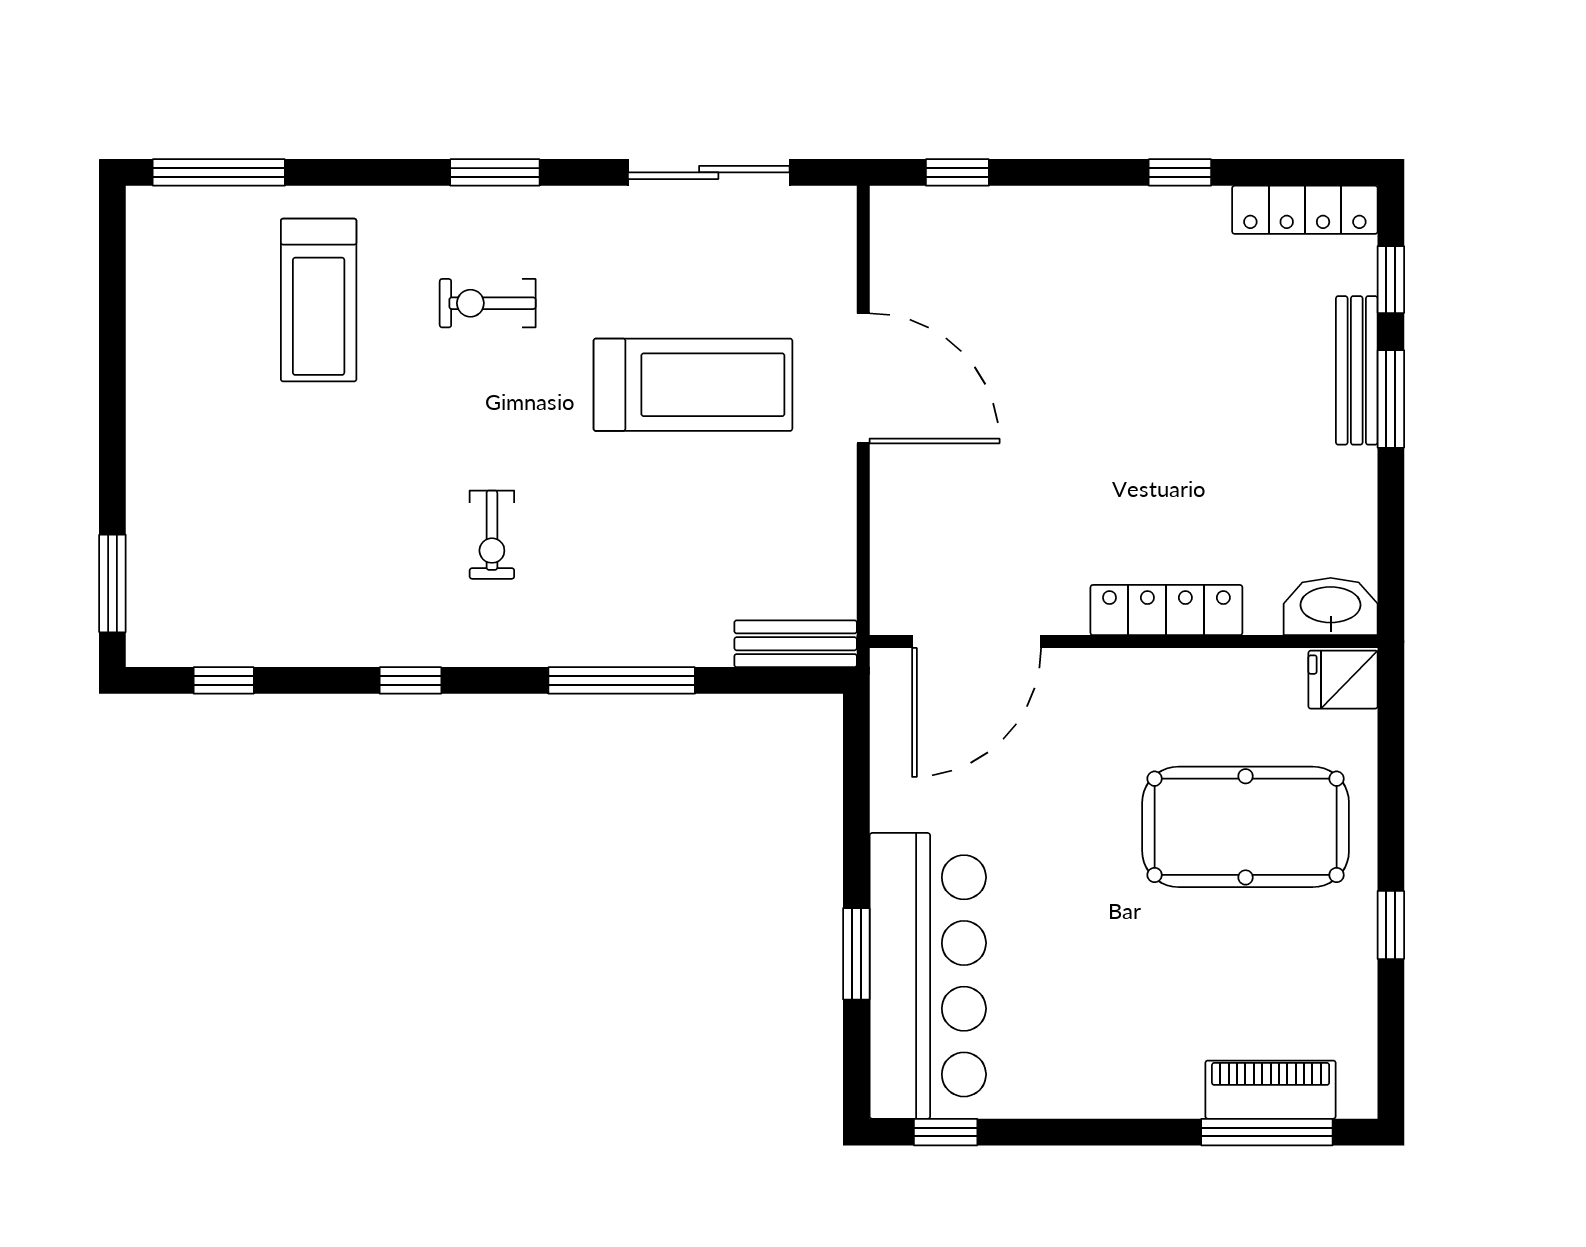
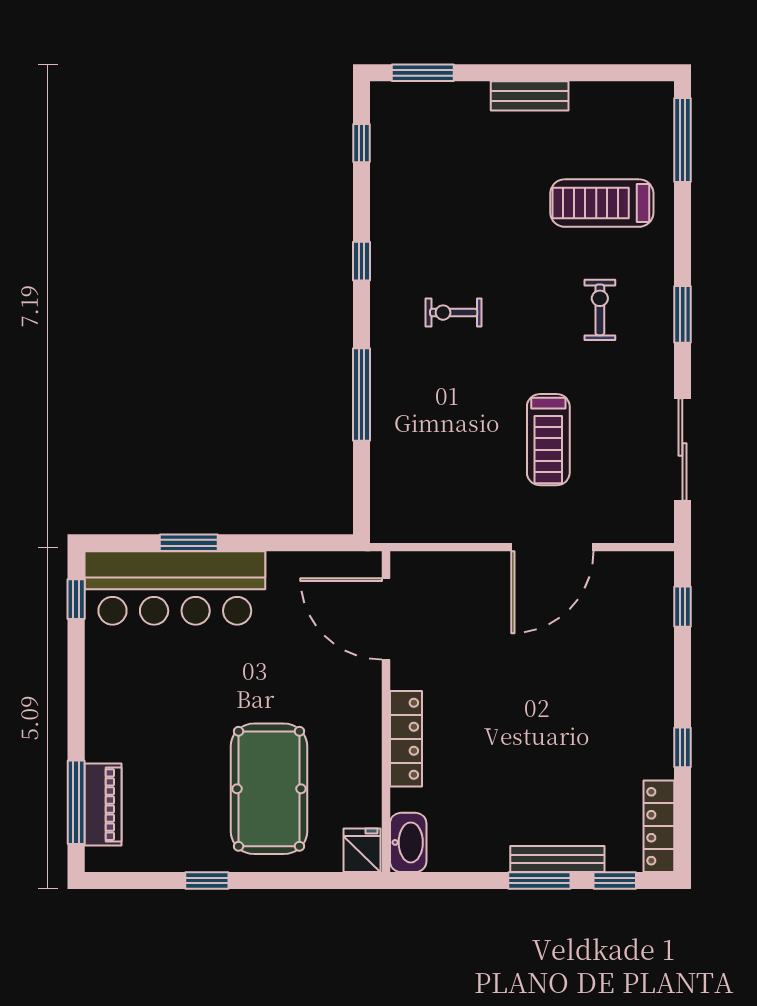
treadmill: (693, 385) -> (548, 440), width x0.73, depth x0.73
bench: (796, 644) -> (530, 96), moved, turned 90

